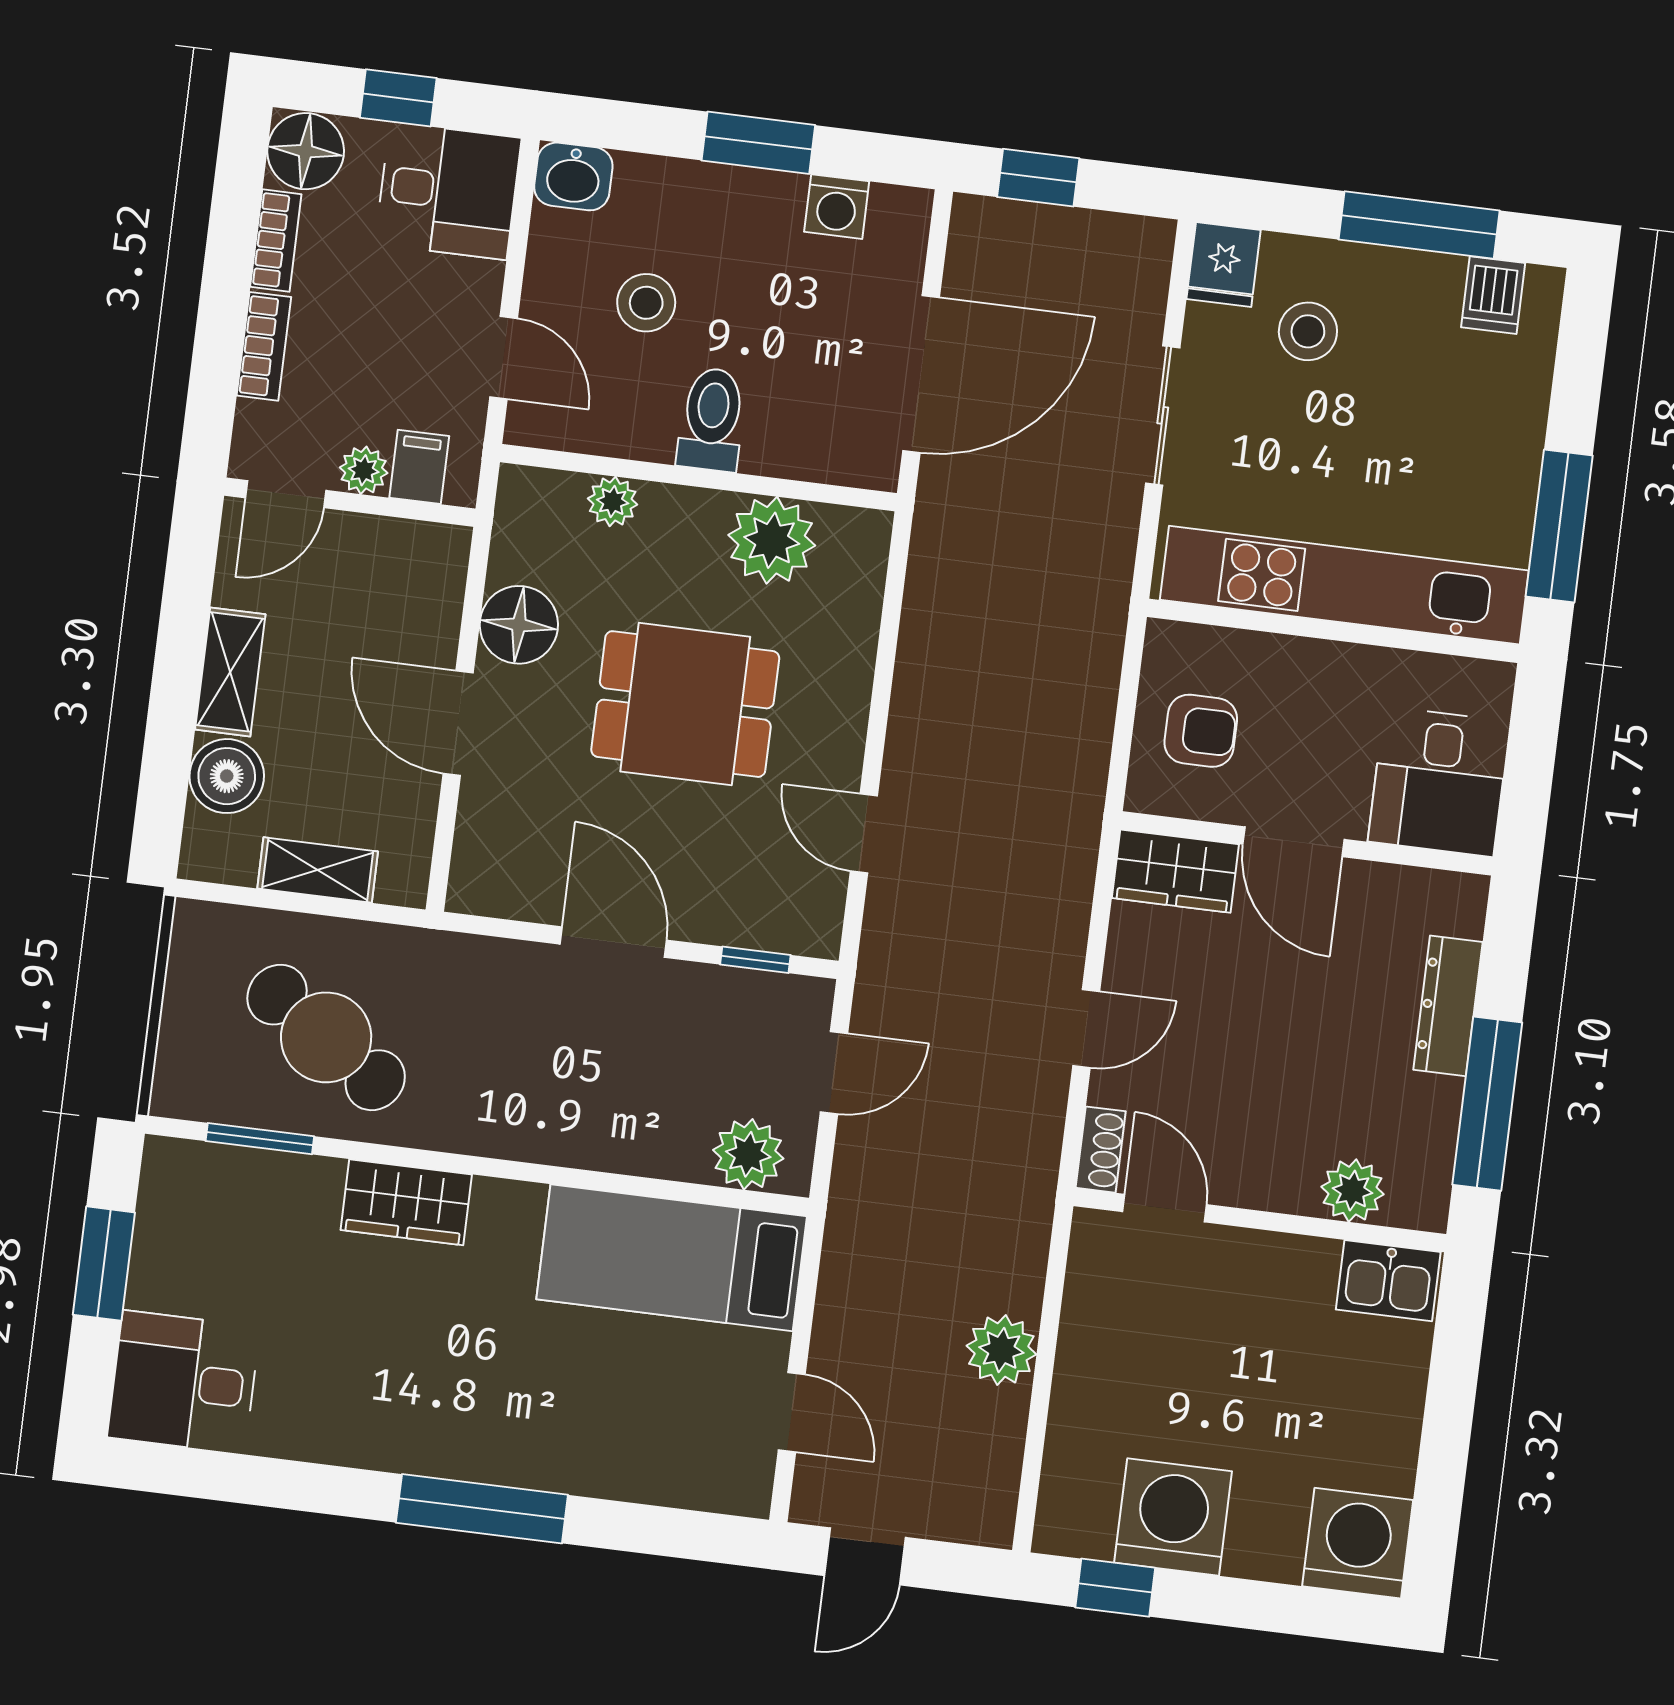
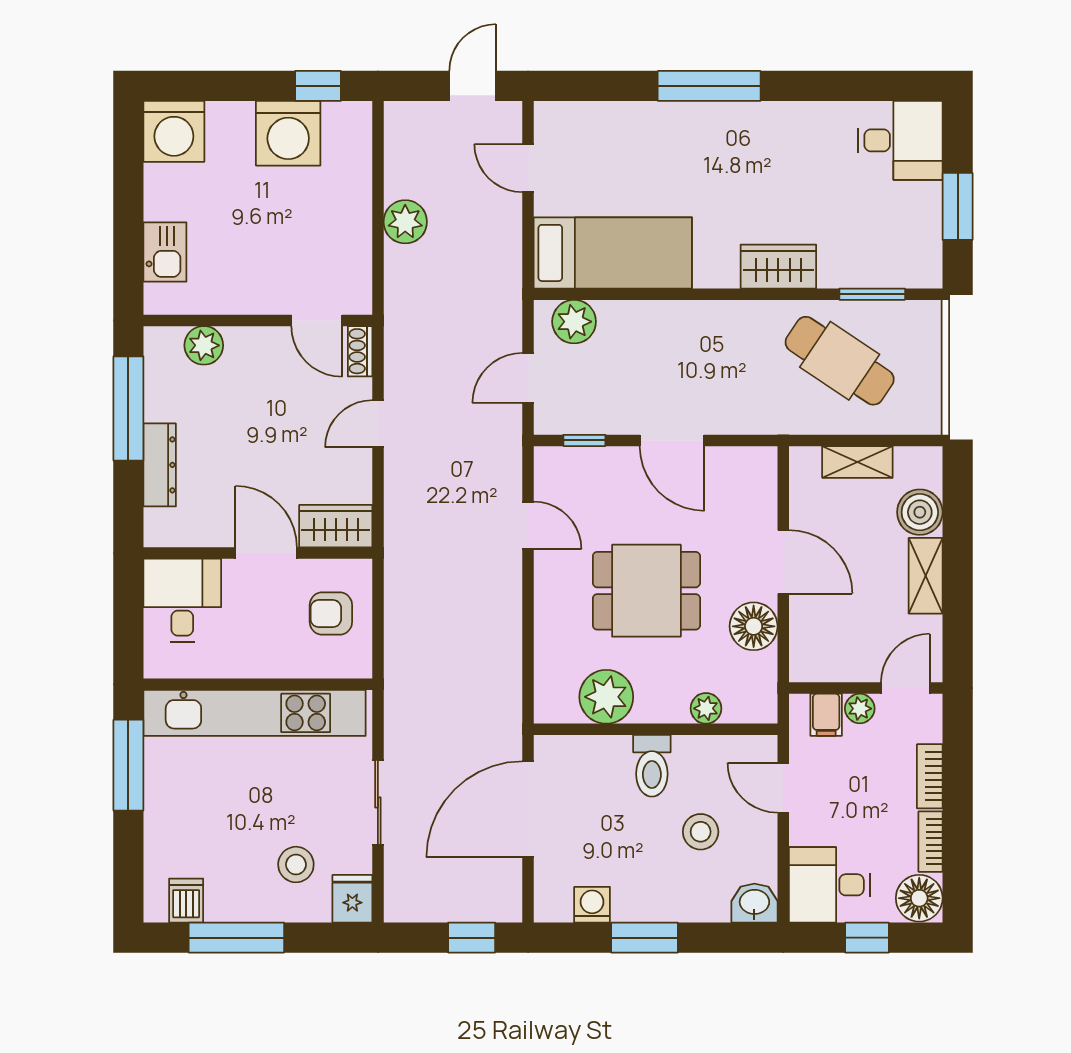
kitchen sink: (1388, 1281) -> (165, 252), moved, turned 90

